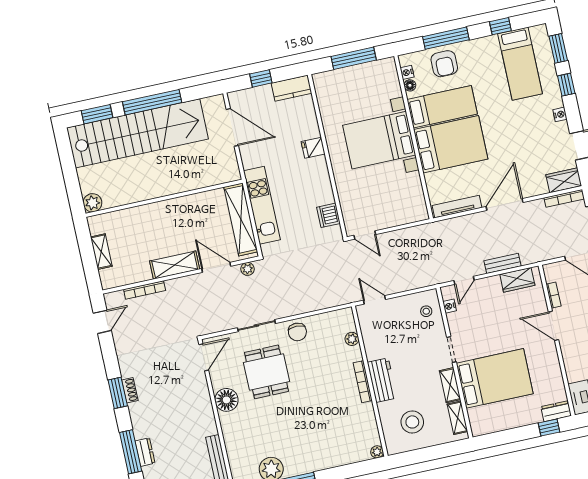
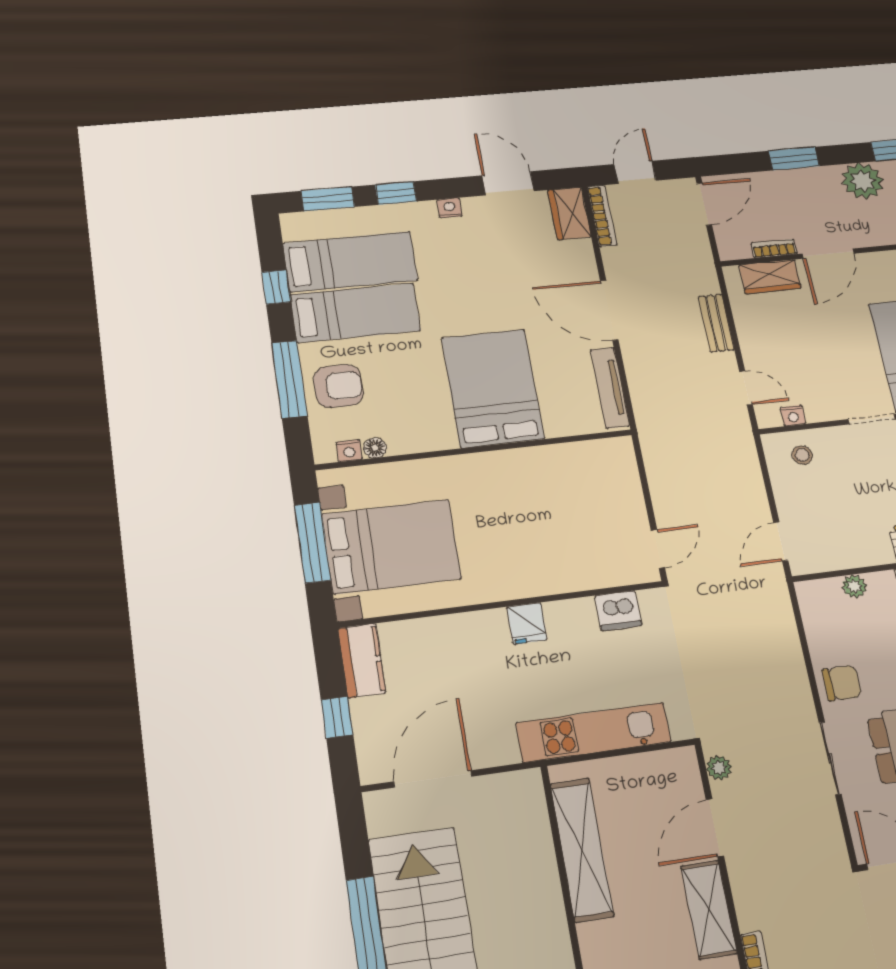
bed: (442, 107) -> (356, 313), moved, turned 90
bed with nightstands: (379, 140) -> (391, 547), moved, turned -90
fridge: (313, 148) -> (527, 623), moved
shelving: (241, 219) -> (582, 850), moved, turned 90
wardrobe: (517, 280) -> (770, 277), moved, turned 90

